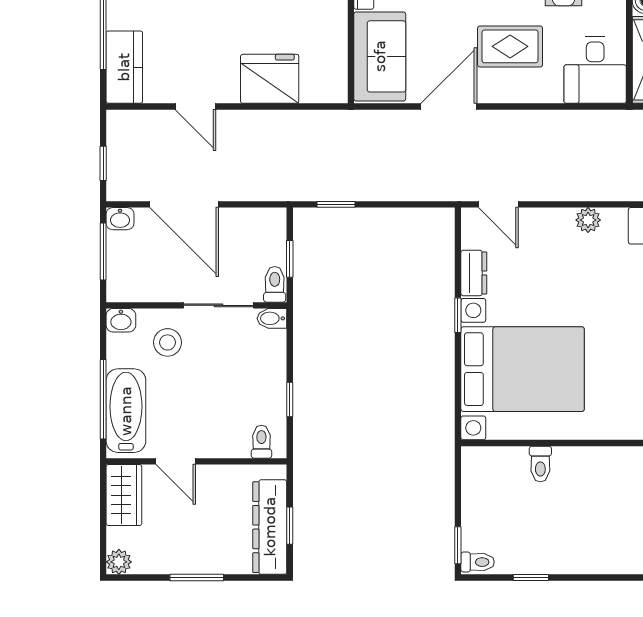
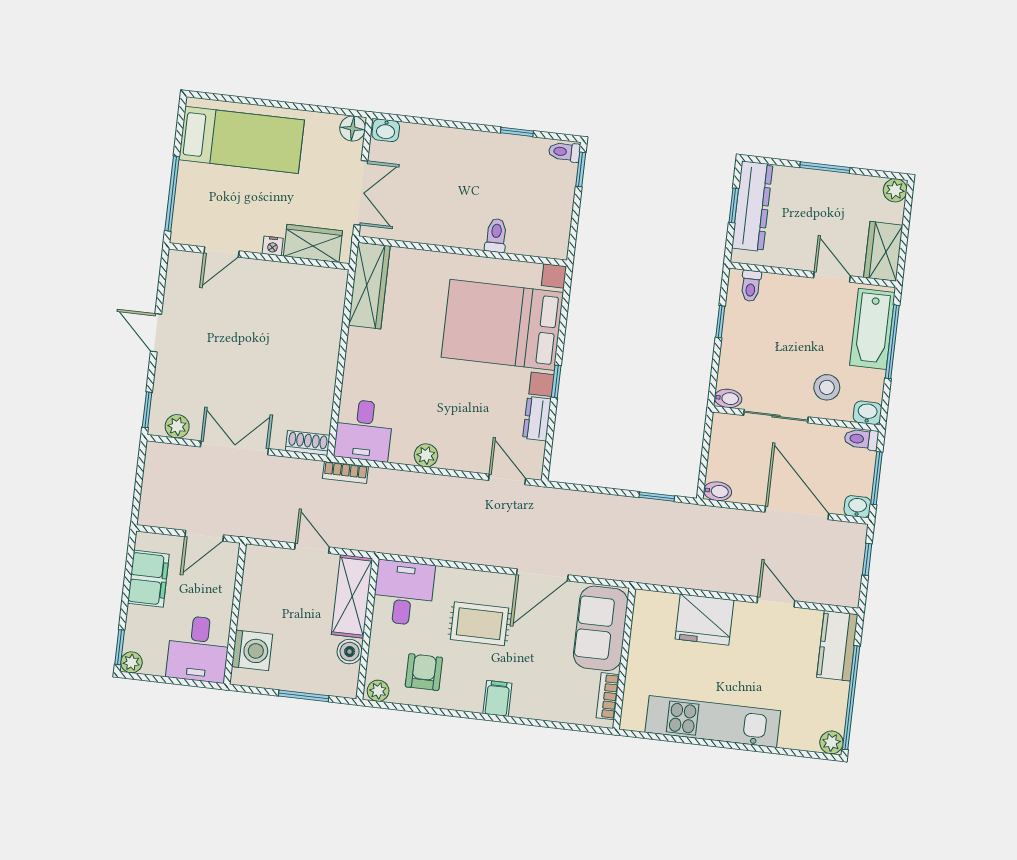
bidet: (272, 218) -> (718, 491), added
window: (290, 259) -> (705, 451), removed
toilet: (275, 284) -> (861, 439), moved, turned 90

